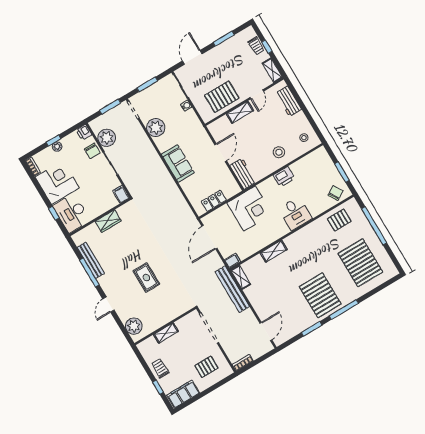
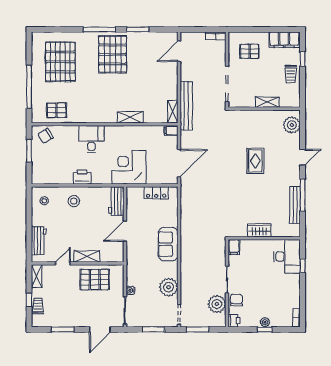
corner desk: (57, 182) -> (284, 291), removed

